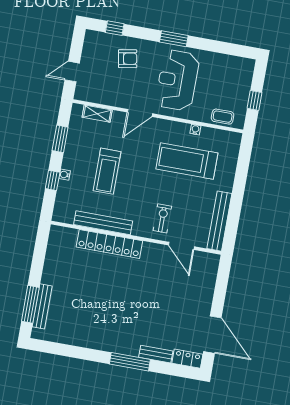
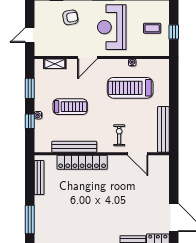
coffee table: (223, 117) -> (152, 28), moved
treadmill: (107, 171) -> (70, 107), turned -90
bench: (42, 306) -> (39, 178), moved

